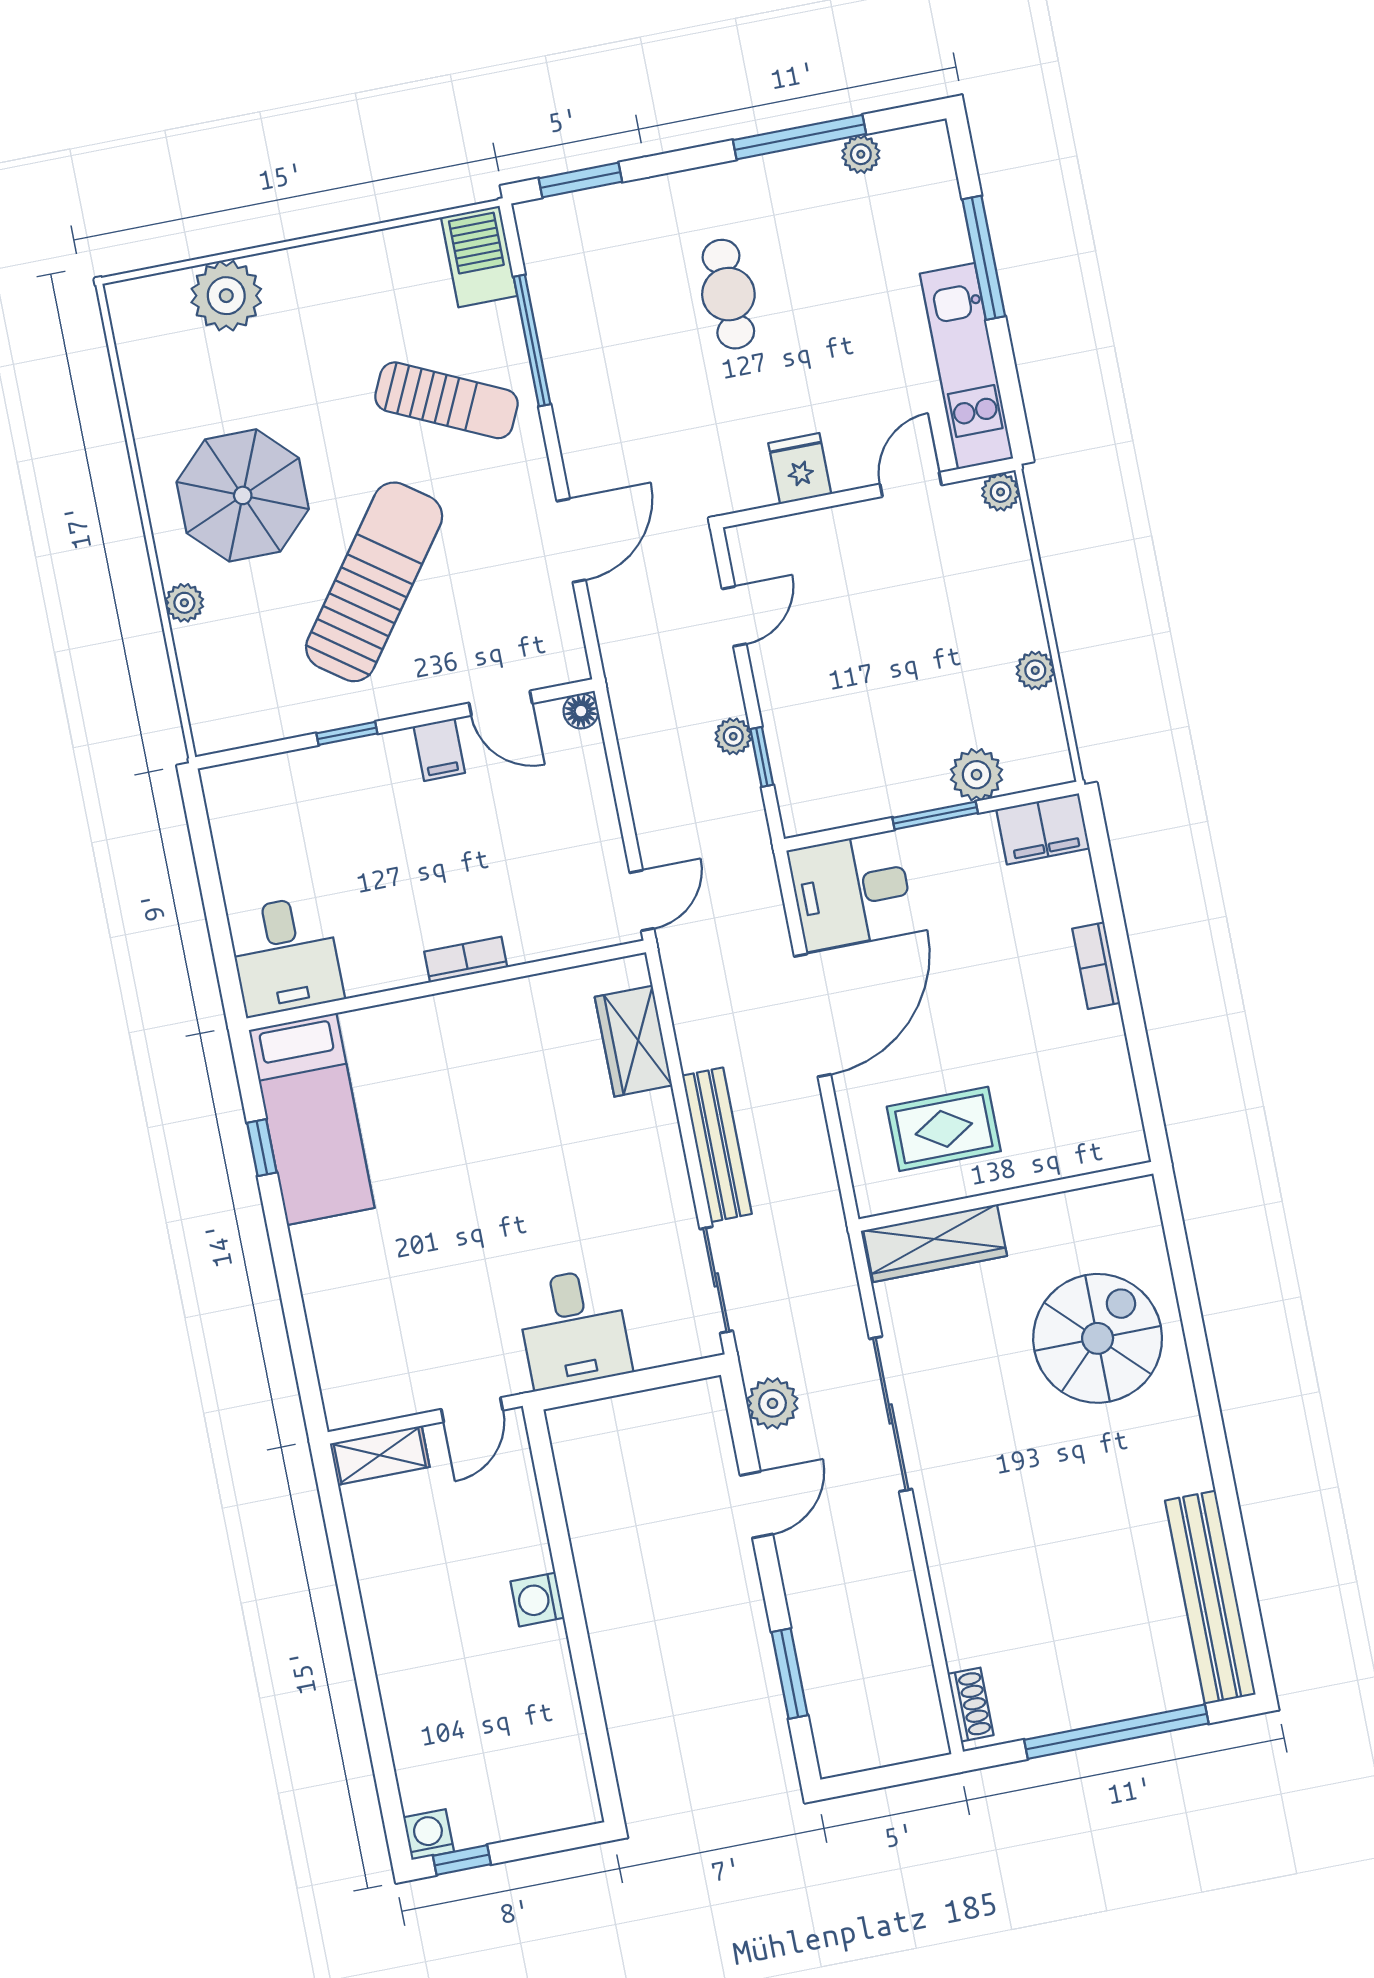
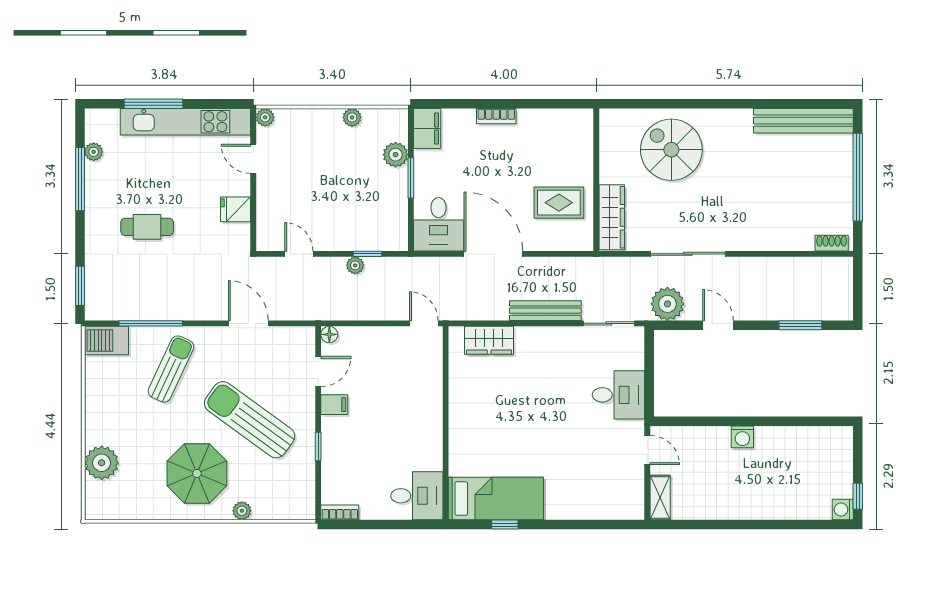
kitchen unit: (966, 366) -> (185, 122), width x1.36
bookcase: (466, 960) -> (340, 512), moved, turned 90
rug: (944, 1129) -> (559, 203), turned 90
plant: (772, 1403) -> (667, 304), width x1.36, depth x1.36

